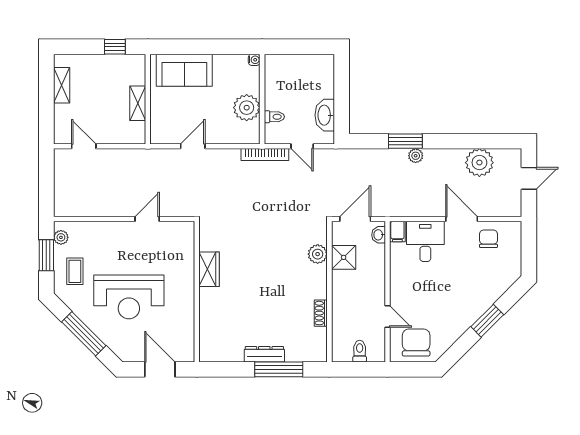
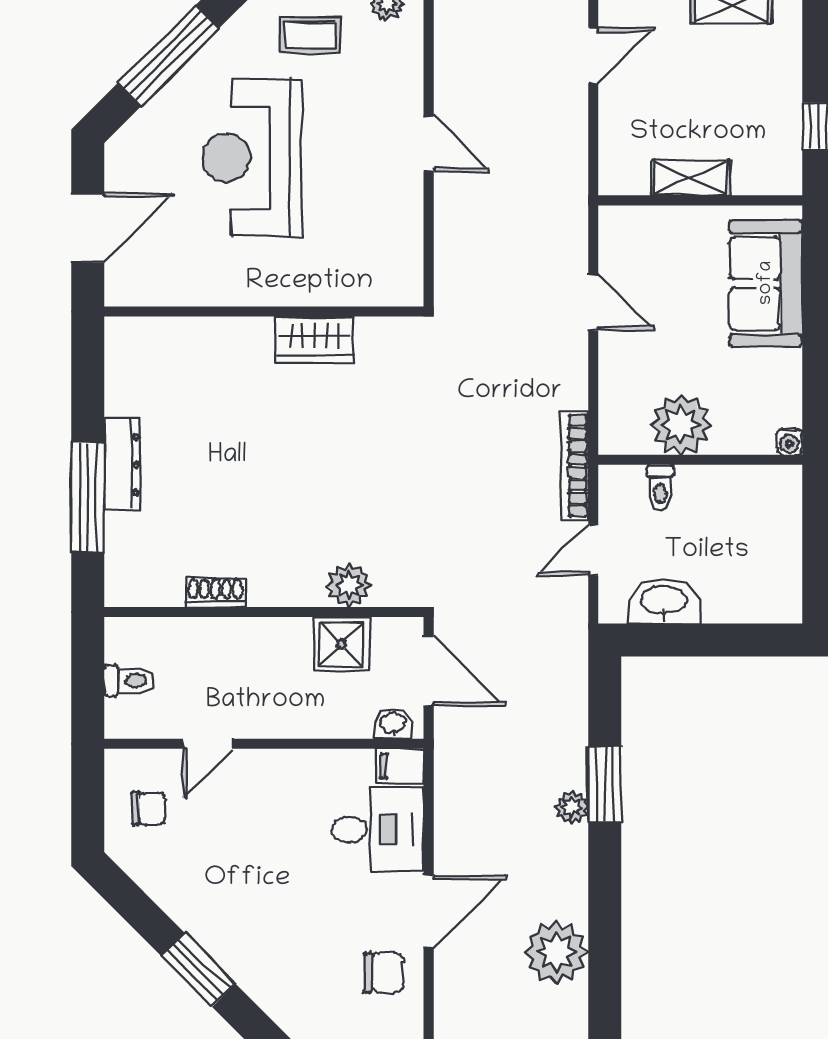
door: (147, 219) -> (429, 144), moved
chair: (416, 342) -> (149, 809), width x0.54, depth x0.54

